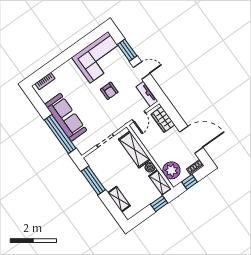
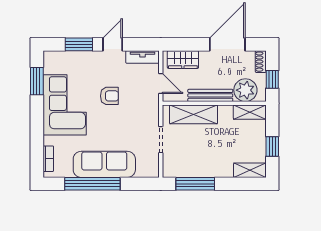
window: (87, 41) -> (37, 81), added
corner sofa: (99, 57) -> (65, 105), moved
window: (60, 134) -> (92, 184), moved
bench: (153, 151) -> (210, 95), added
boiler: (150, 167) -> (225, 111), removed
shelving: (119, 199) -> (250, 170), moved
window: (159, 204) -> (272, 146), moved

